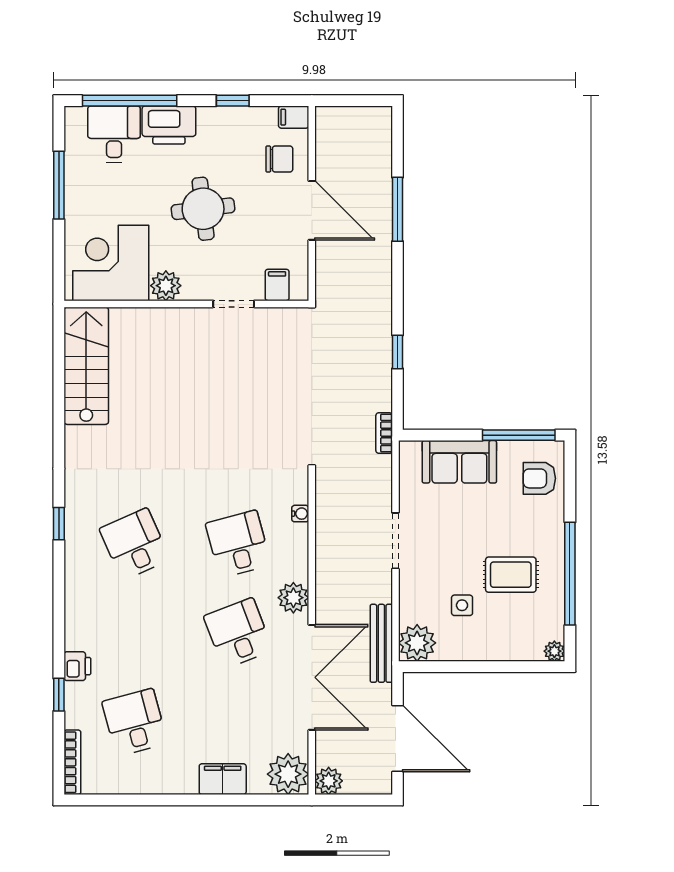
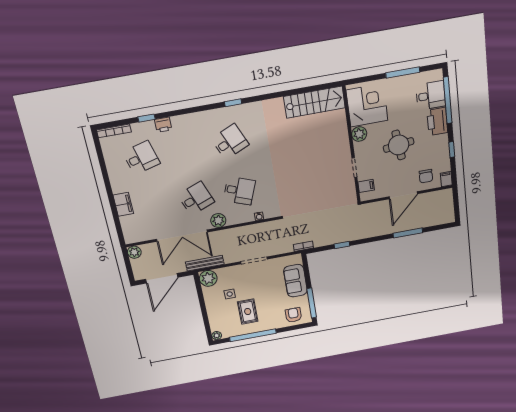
desk: (238, 544) -> (239, 191), turned 36
plant: (288, 774) -> (133, 234), removed

